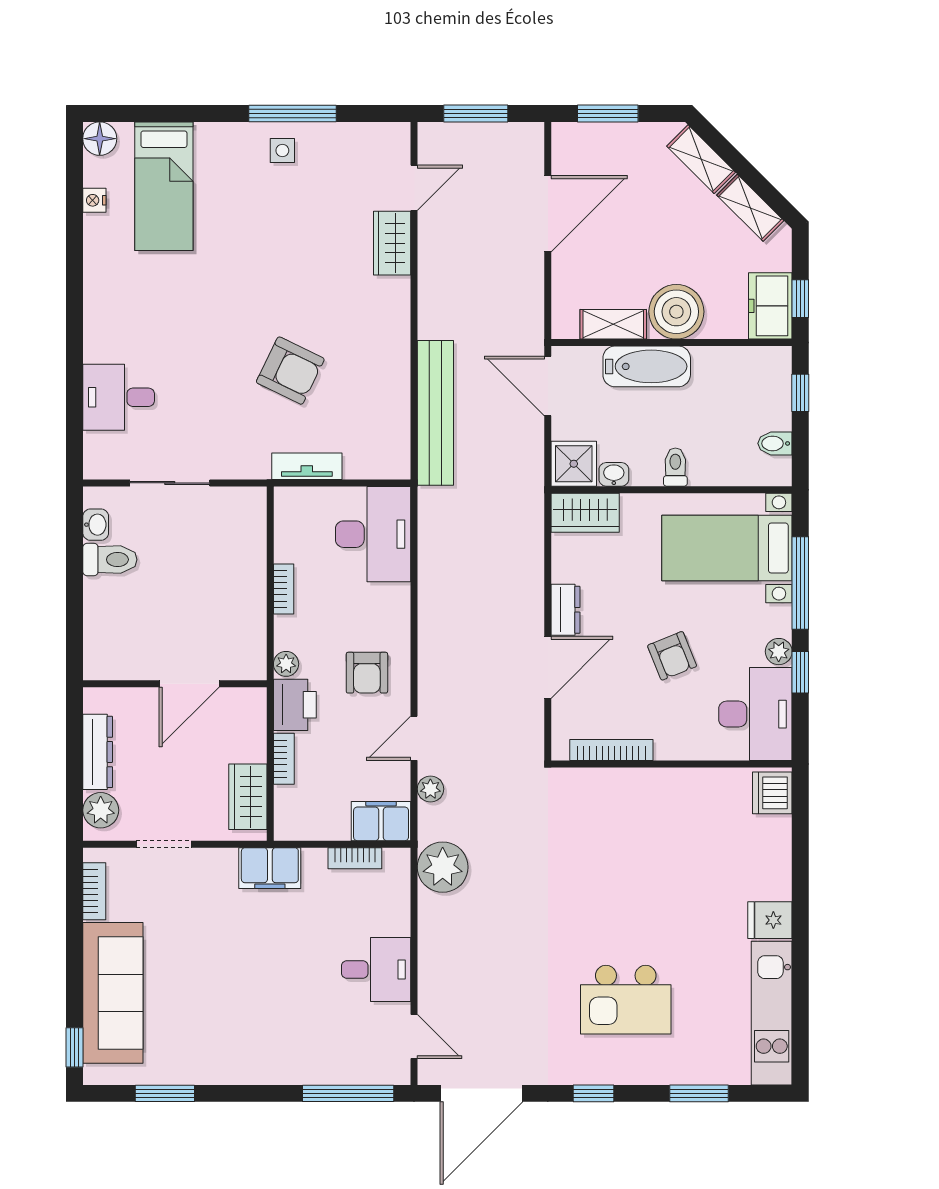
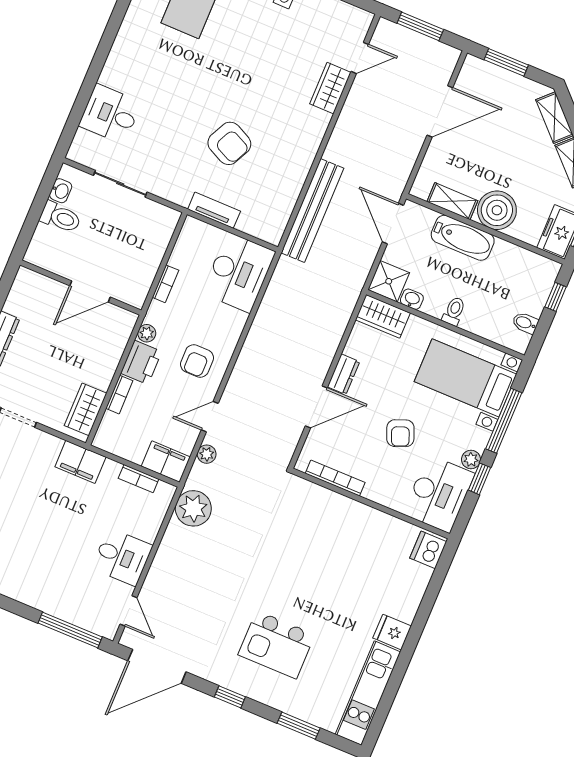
wall: (175, 684) -> (81, 288), moved
door: (189, 684) -> (90, 291), moved

